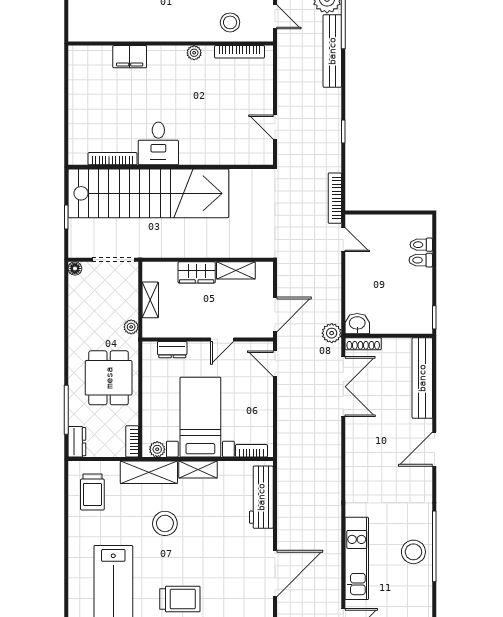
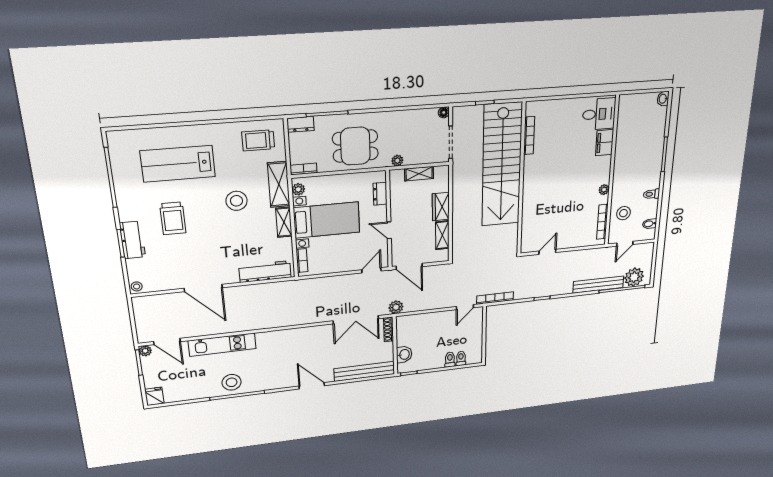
desk: (158, 144) -> (599, 114), moved, turned 180
washbasin: (357, 324) -> (404, 354), moved

